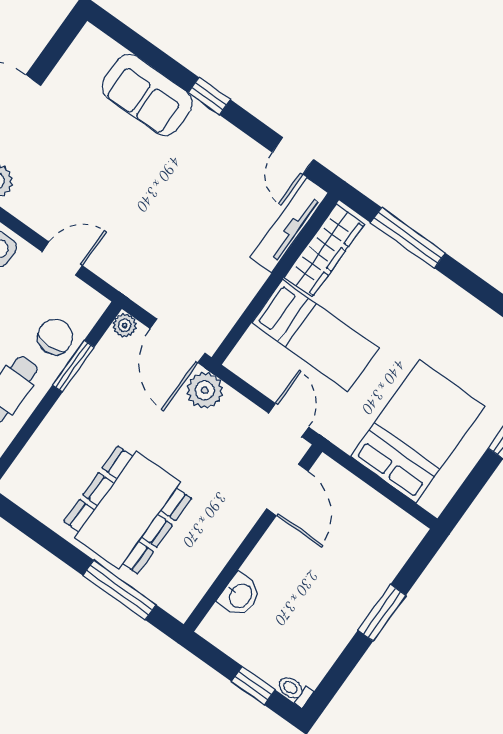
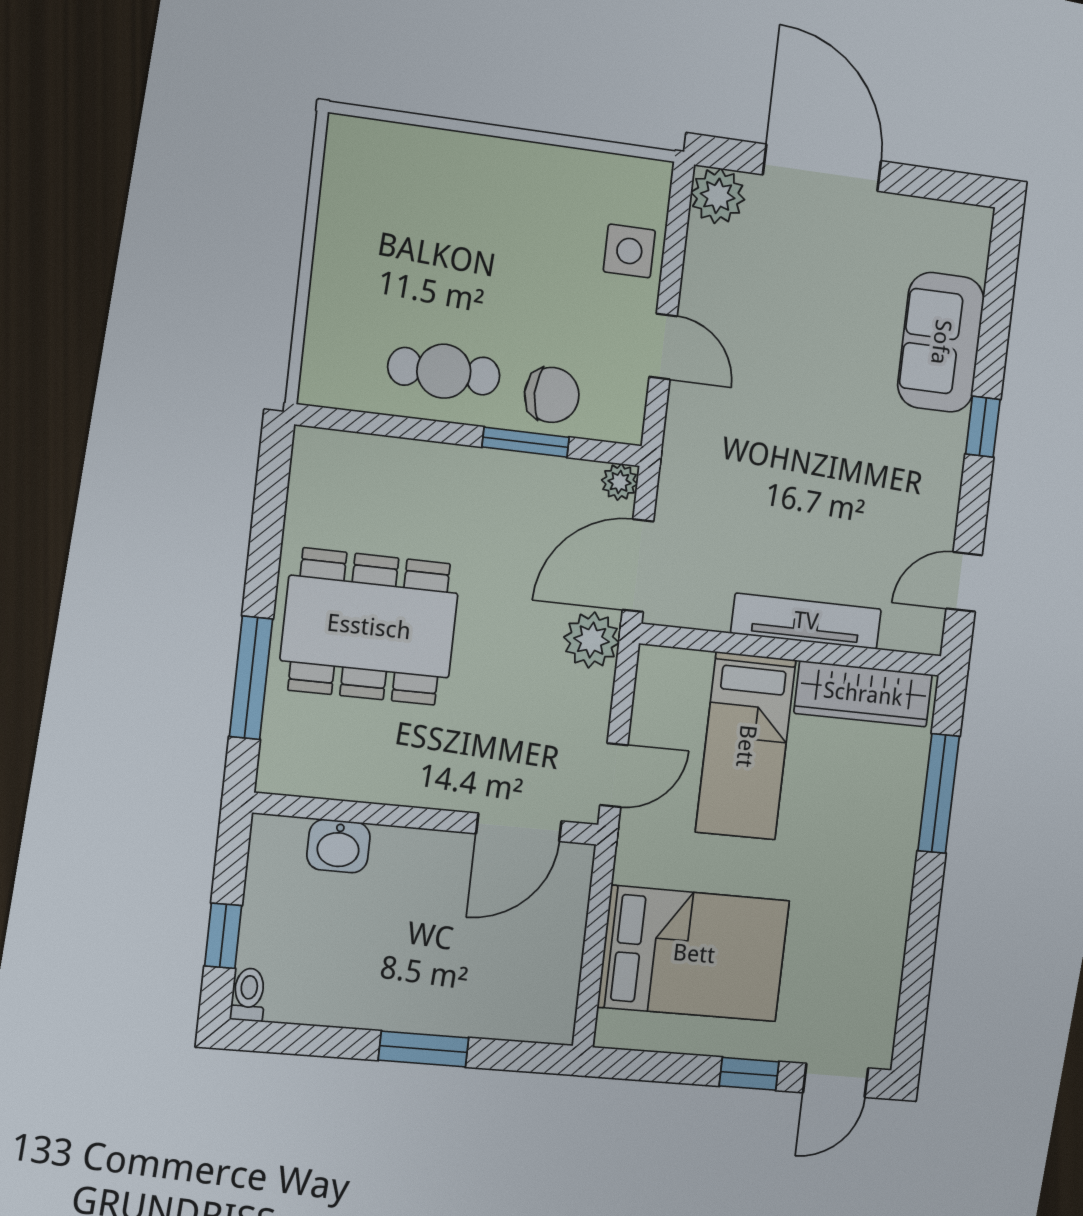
tv unit: (289, 225) -> (806, 621), moved

